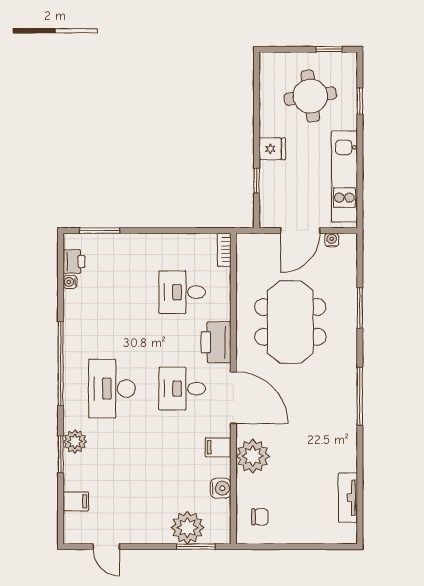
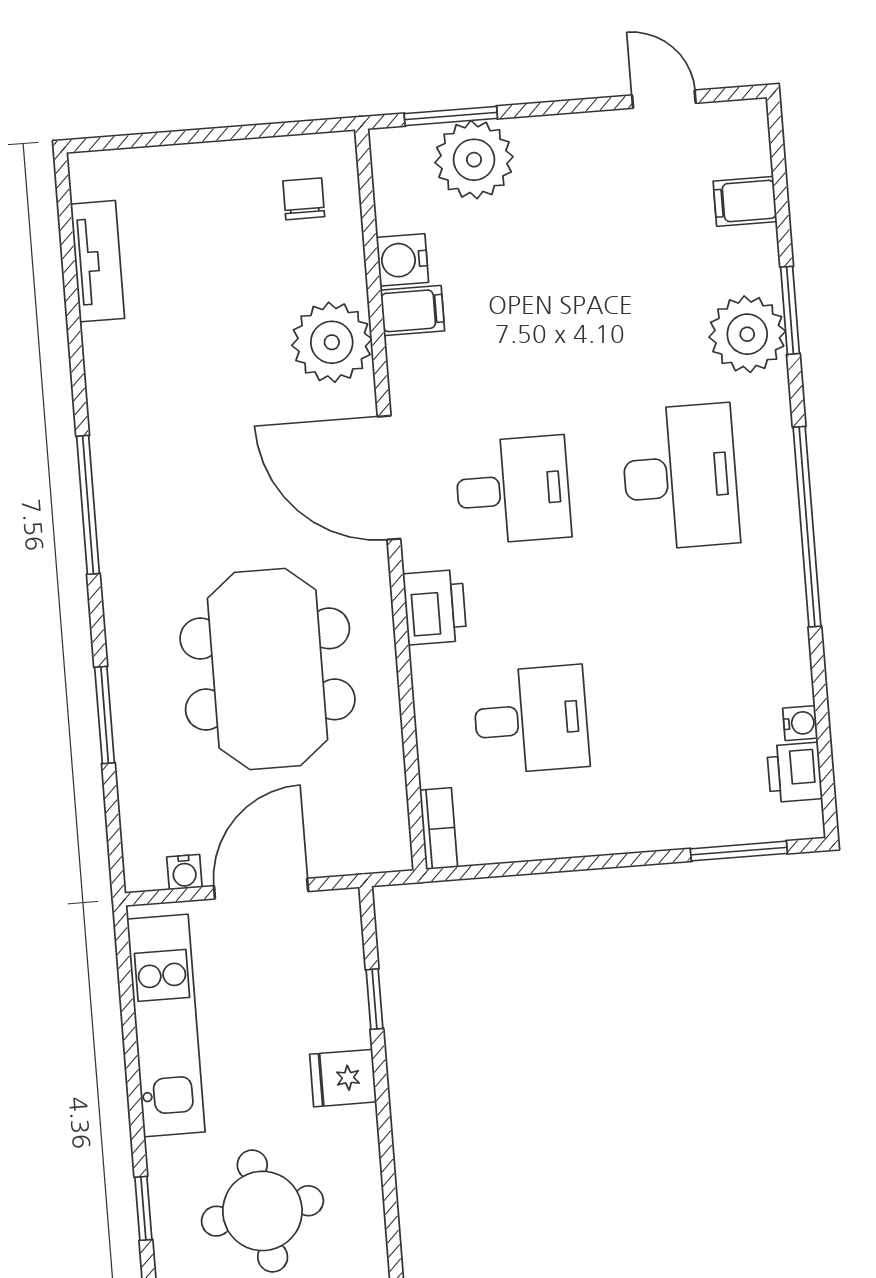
printer: (216, 342) -> (435, 607), width x0.73, depth x0.84
plant: (75, 442) -> (747, 334), width x1.36, depth x1.36
filing cabinet: (218, 447) -> (412, 311), moved
chair: (260, 517) -> (304, 199), turned 90

